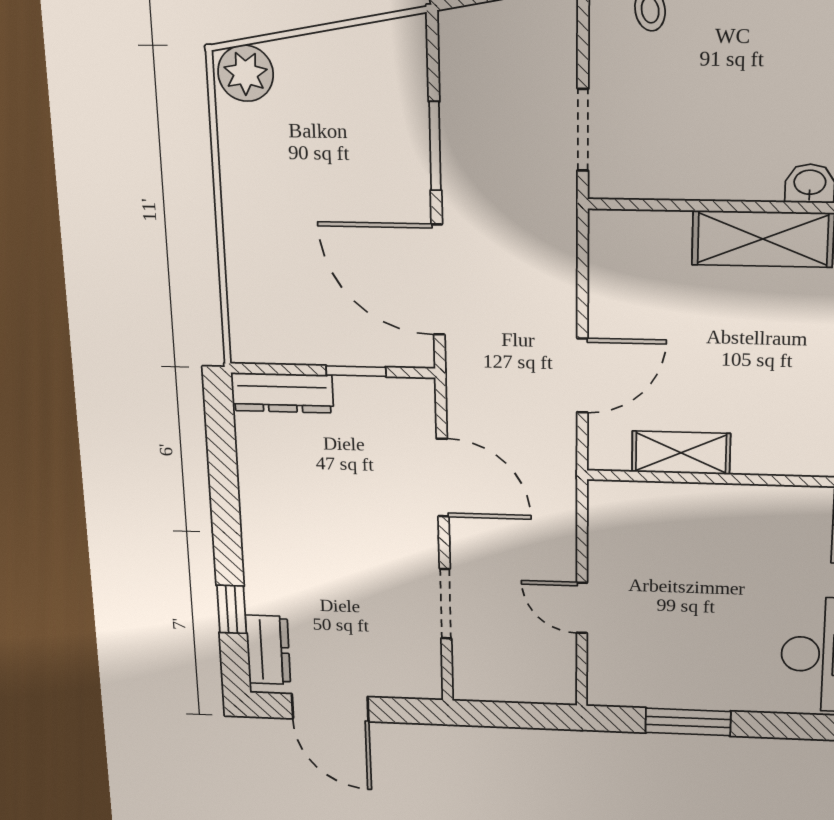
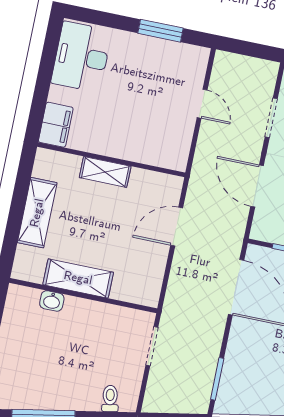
window: (435, 146) -> (217, 379), moved
shelving: (681, 453) -> (105, 172), moved

